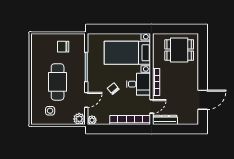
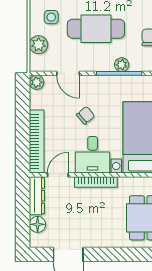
plant: (81, 65) -> (122, 65), added
door: (152, 106) -> (58, 175), swing flipped
plant: (79, 119) -> (39, 45), moved
floor lamp: (183, 120) -> (38, 224), added

